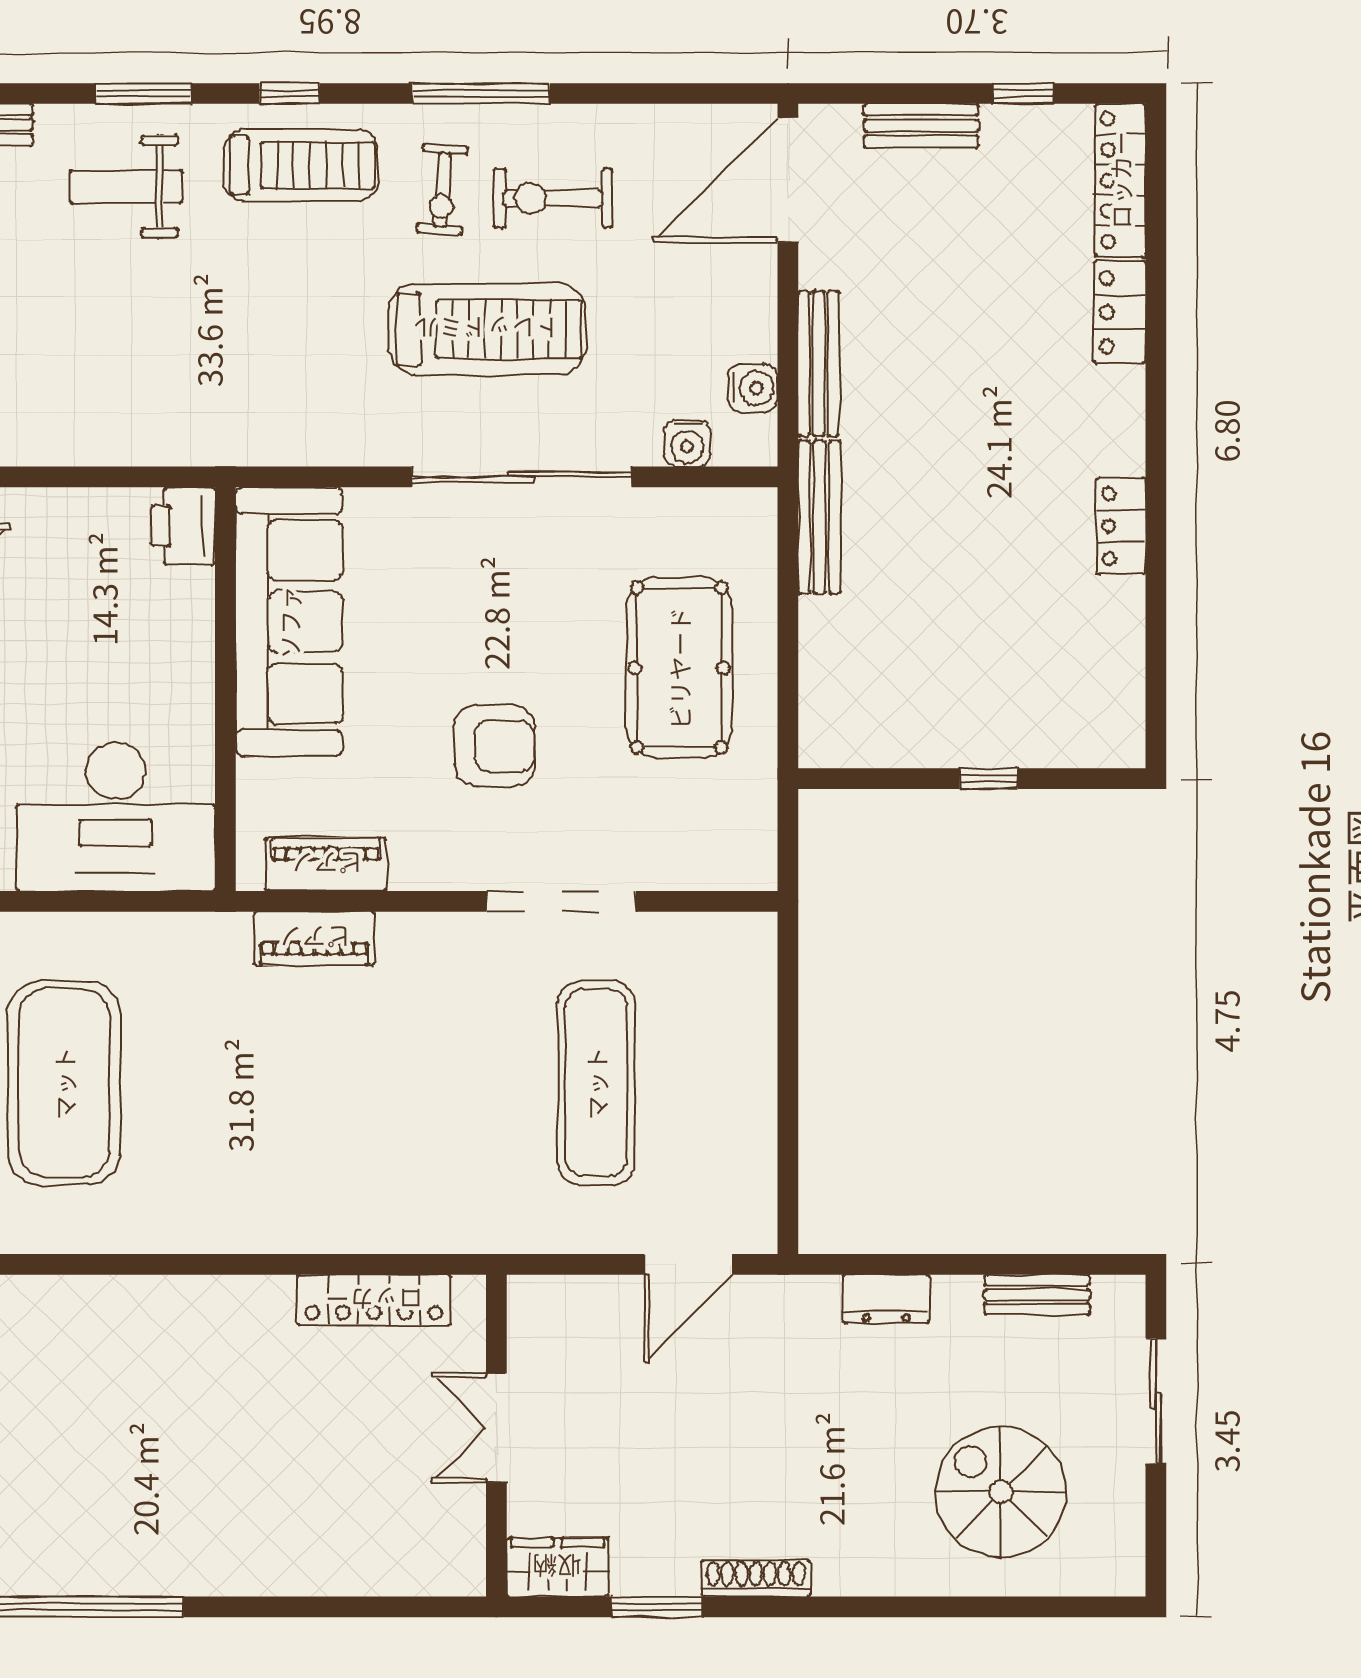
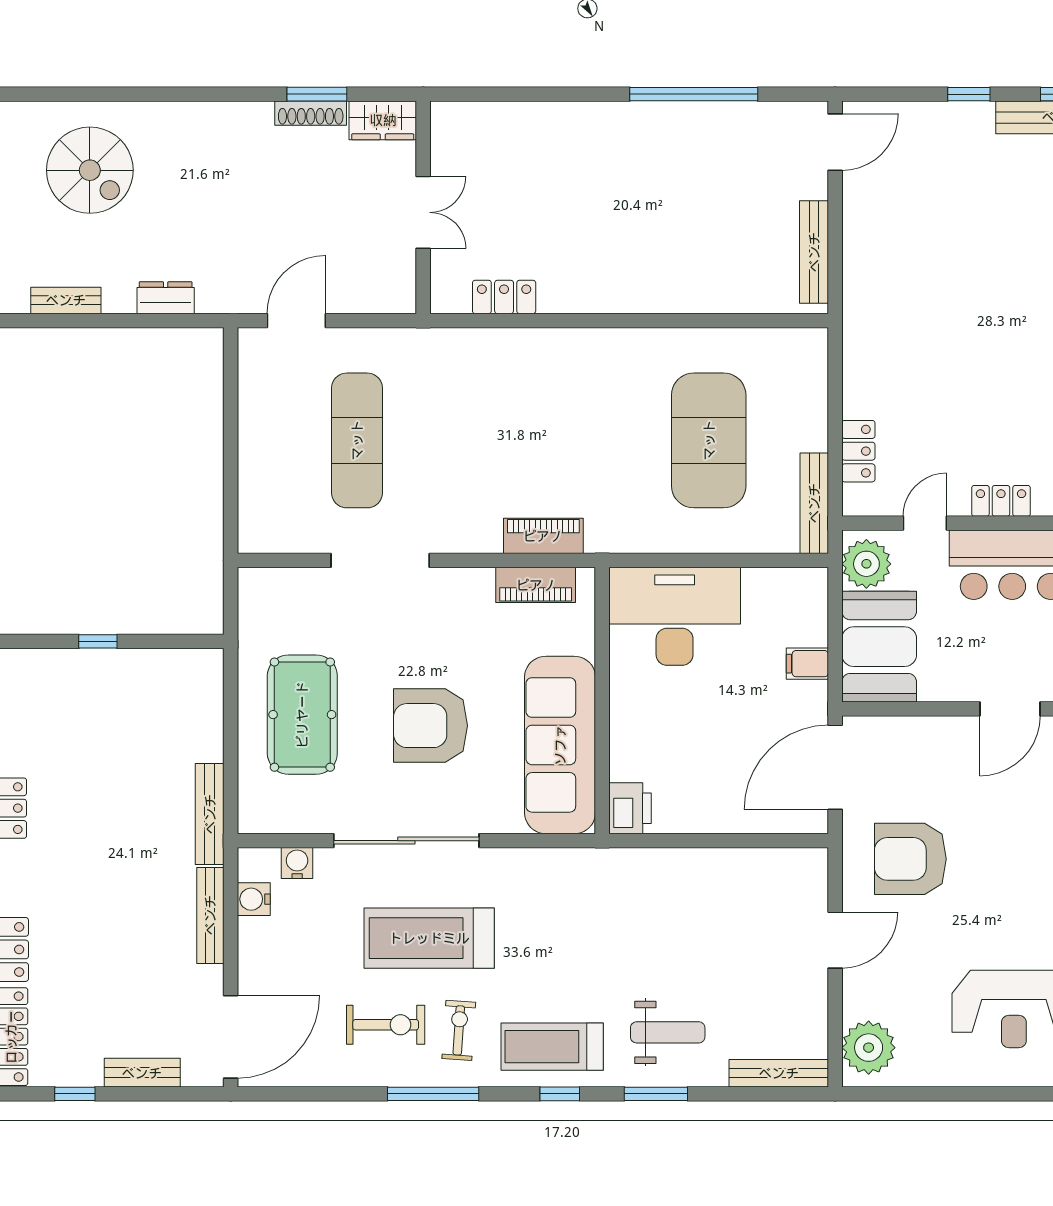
armchair: (495, 746) -> (431, 726), moved, width x1.36, depth x1.36
locker: (374, 1300) -> (504, 297), width x0.66
shoe rack: (756, 1578) -> (311, 113), moved

